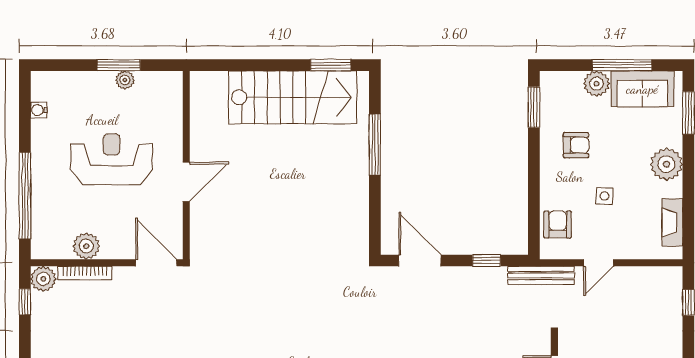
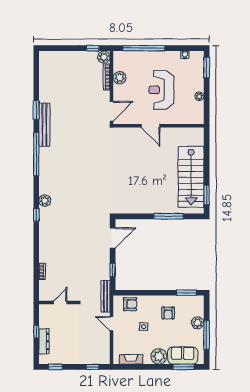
window: (119, 65) -> (207, 68), moved
sofa: (642, 89) -> (183, 356), moved, turned 90
reception desk: (112, 159) -> (161, 90), turned 180

